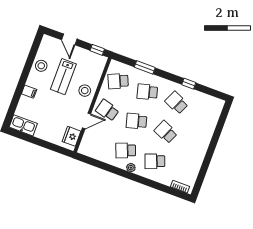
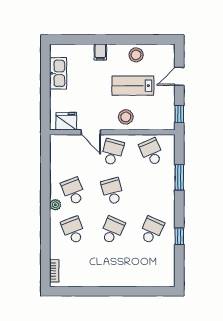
school desk: (147, 92) -> (151, 191), removed
kitchen sink: (23, 125) -> (58, 73), moved

